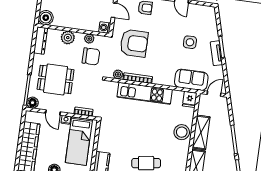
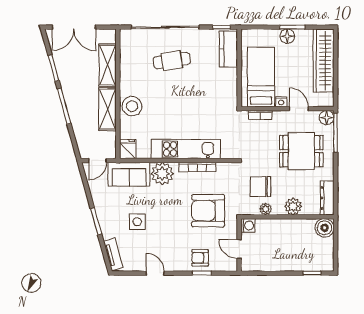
tv unit: (216, 53) -> (113, 254), moved
plant: (118, 74) -> (162, 174), moved, width x1.87, depth x1.87

